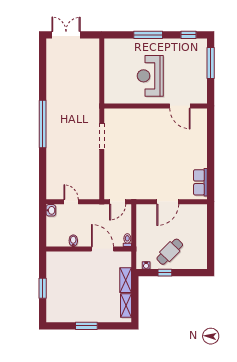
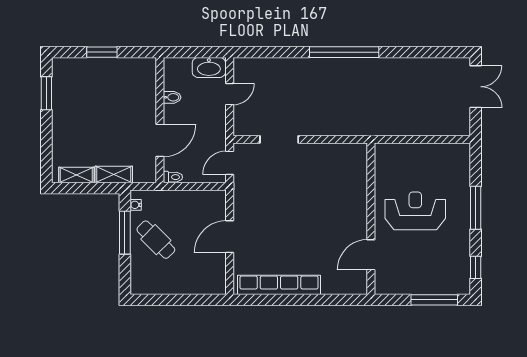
doorway: (102, 136) -> (279, 139), moved
row of seats: (200, 182) -> (279, 285), width x2.02
door: (118, 202) -> (230, 163), hinge flipped
door: (168, 202) -> (230, 237), hinge flipped
washbasin: (51, 210) -> (209, 67), width x1.91, depth x1.45
window: (165, 273) -> (125, 233), width x2.17
window: (86, 326) -> (46, 93), moved

